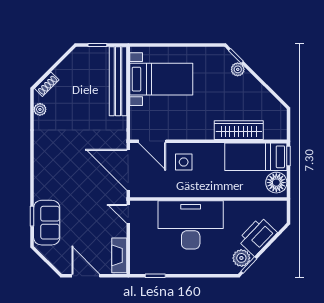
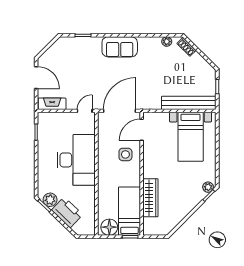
plant: (238, 69) -> (208, 187), moved
sofa: (47, 223) -> (120, 47), moved
door: (86, 276) -> (36, 78), hinge flipped

